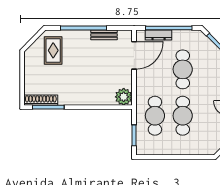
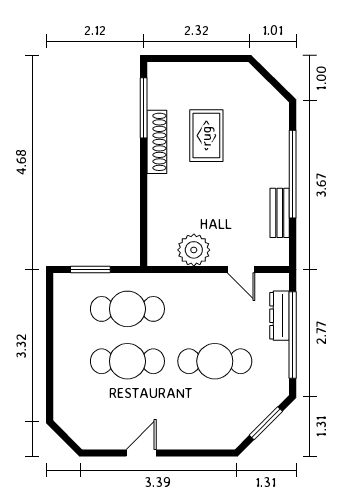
rug: (53, 50) -> (206, 136), moved, turned 90
door: (134, 55) -> (241, 270), width x0.53
plant: (124, 97) -> (194, 250), moved
shoe rack: (41, 100) -> (157, 142), moved

